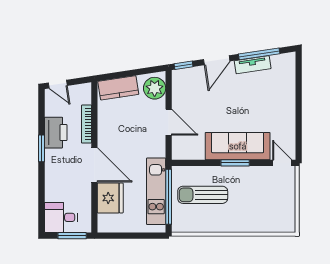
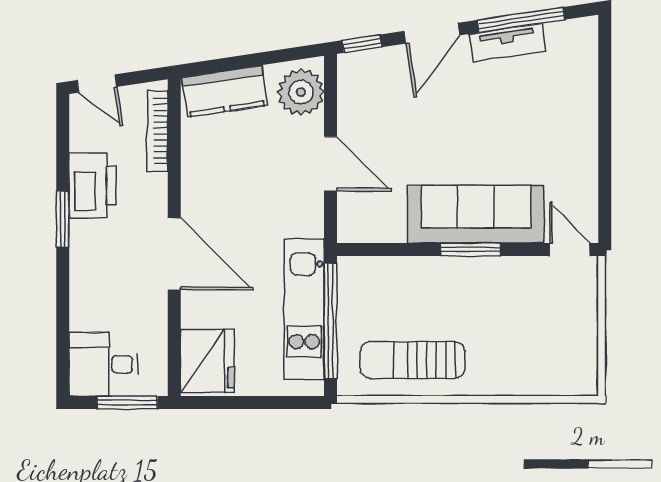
bookcase: (87, 124) -> (158, 131), moved
sun lounger: (203, 195) -> (413, 360), moved
fridge: (110, 198) -> (208, 361), moved

